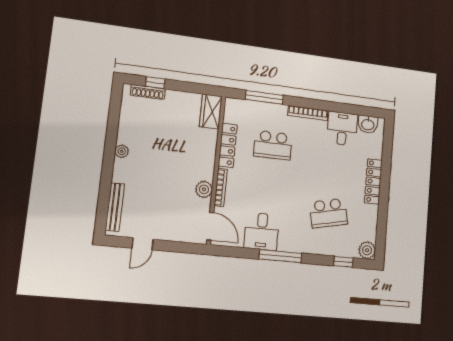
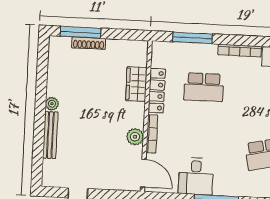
window: (155, 83) -> (80, 32), width x2.17
shoe rack: (148, 92) -> (89, 43), moved
wardrobe: (211, 111) -> (136, 84), moved
bench: (115, 207) -> (50, 135), moved

